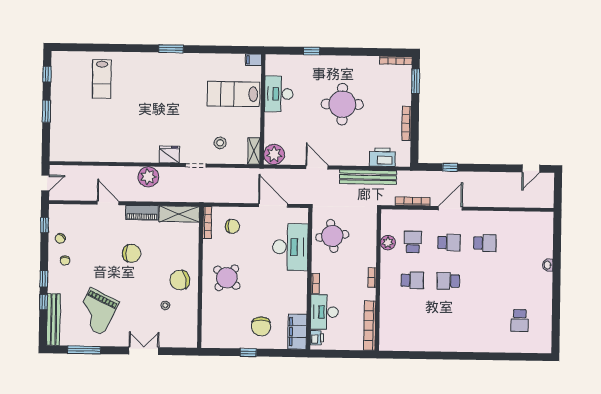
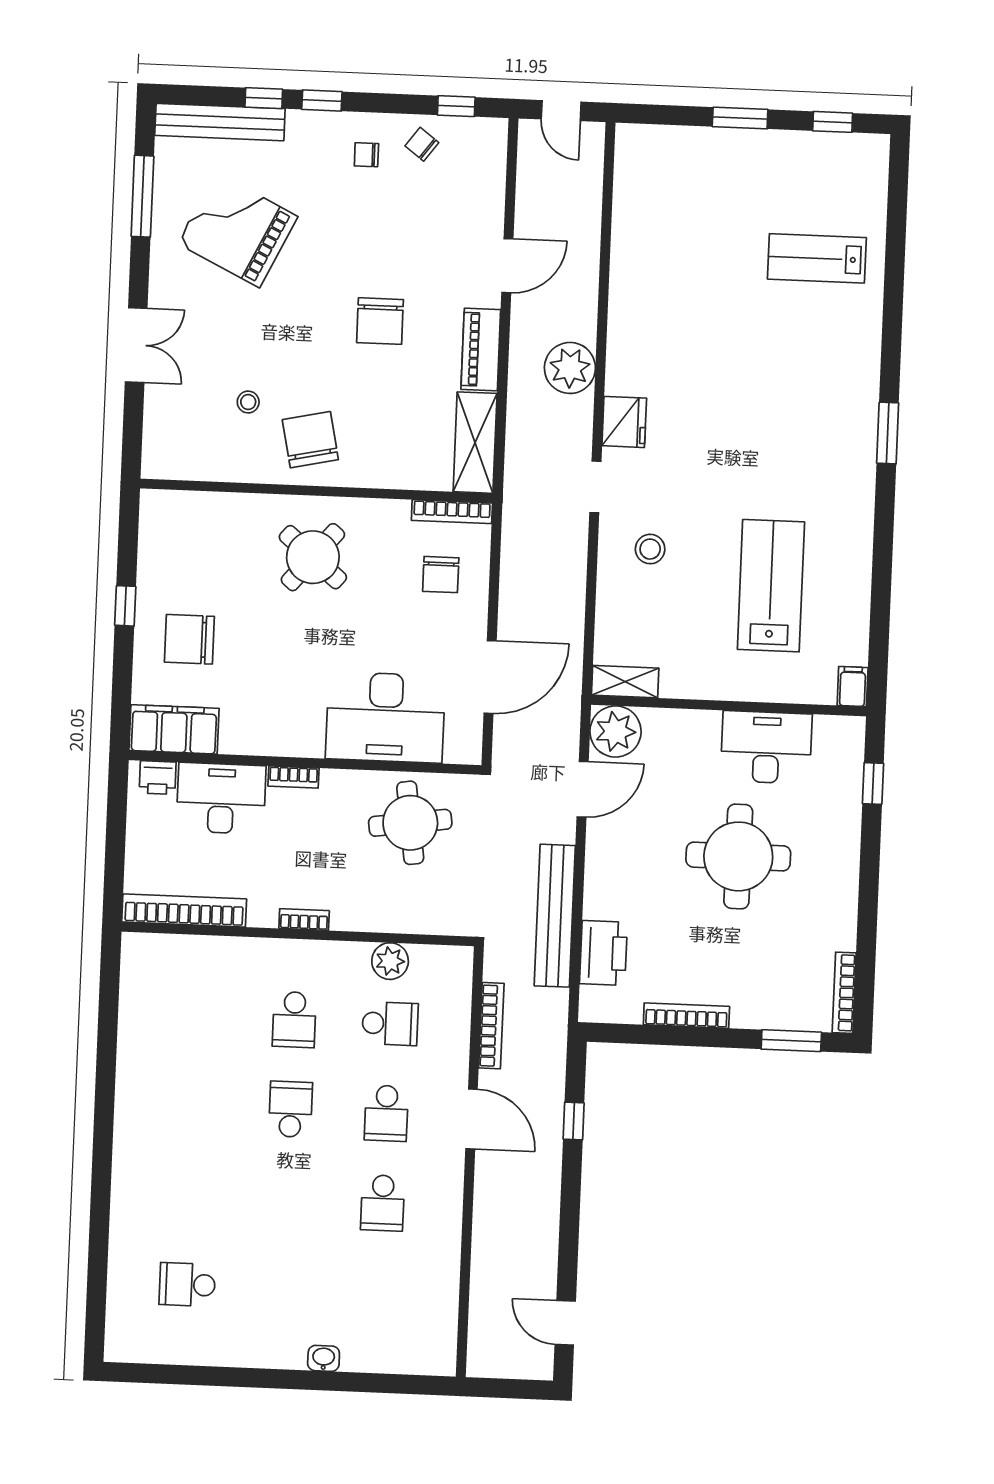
filing cabinet: (254, 60) -> (853, 687), moved
desk: (279, 94) -> (766, 747), moved
wall: (263, 109) -> (729, 706), moved
shelving: (254, 151) -> (625, 682), moved
plant: (274, 154) -> (615, 731), moved

